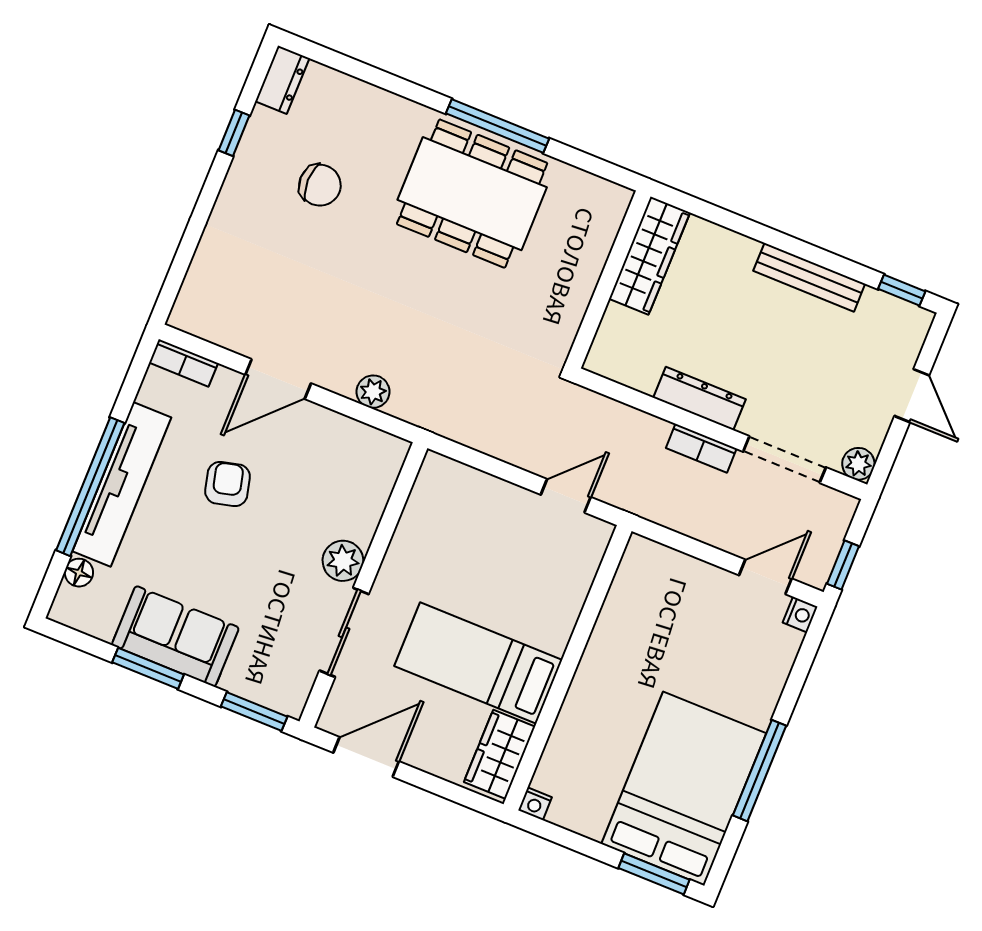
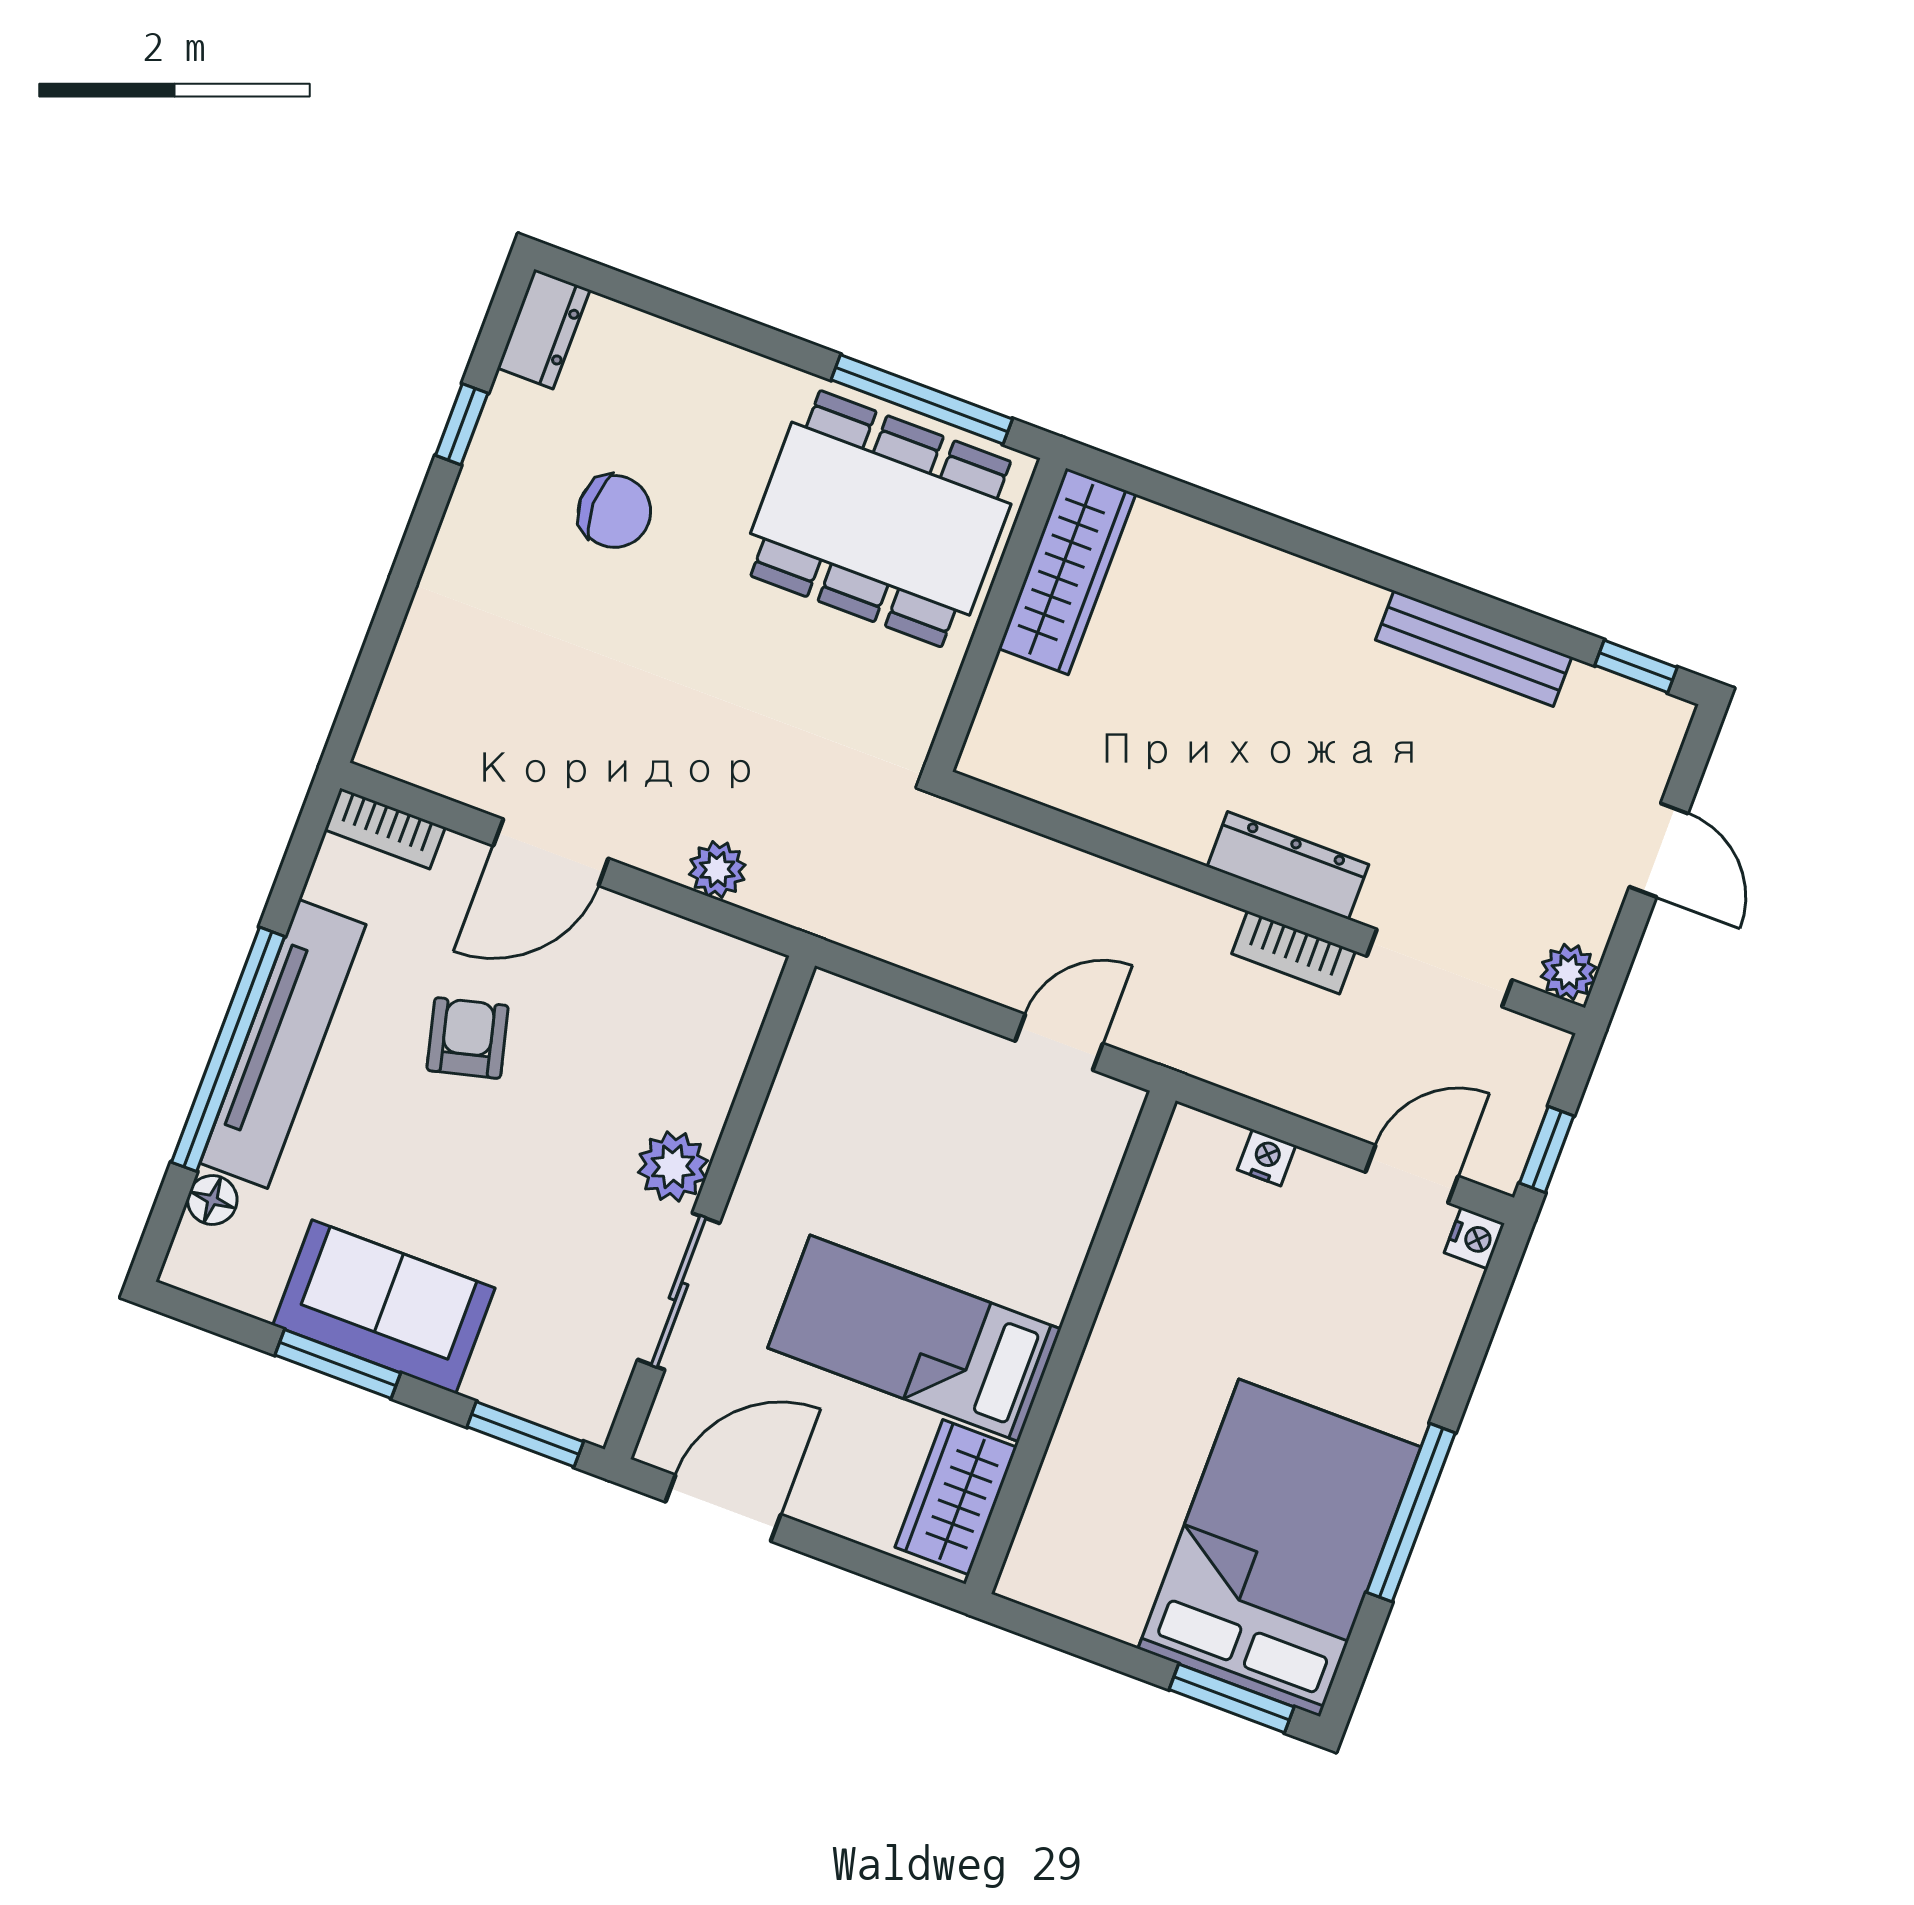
wardrobe: (649, 256) -> (1067, 571), moved
wall: (608, 280) -> (996, 615), moved
nightstand: (535, 804) -> (1267, 1158), moved, turned 180

